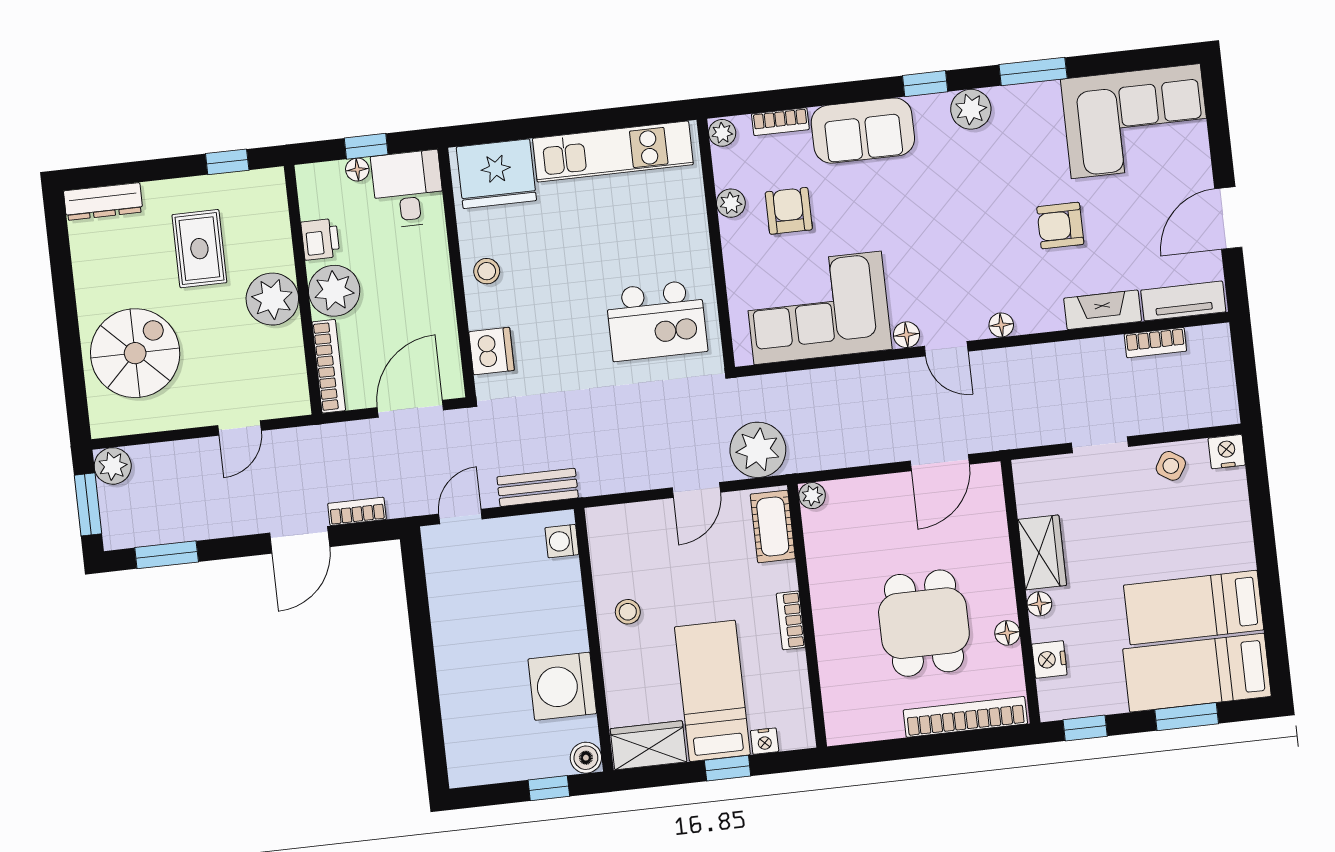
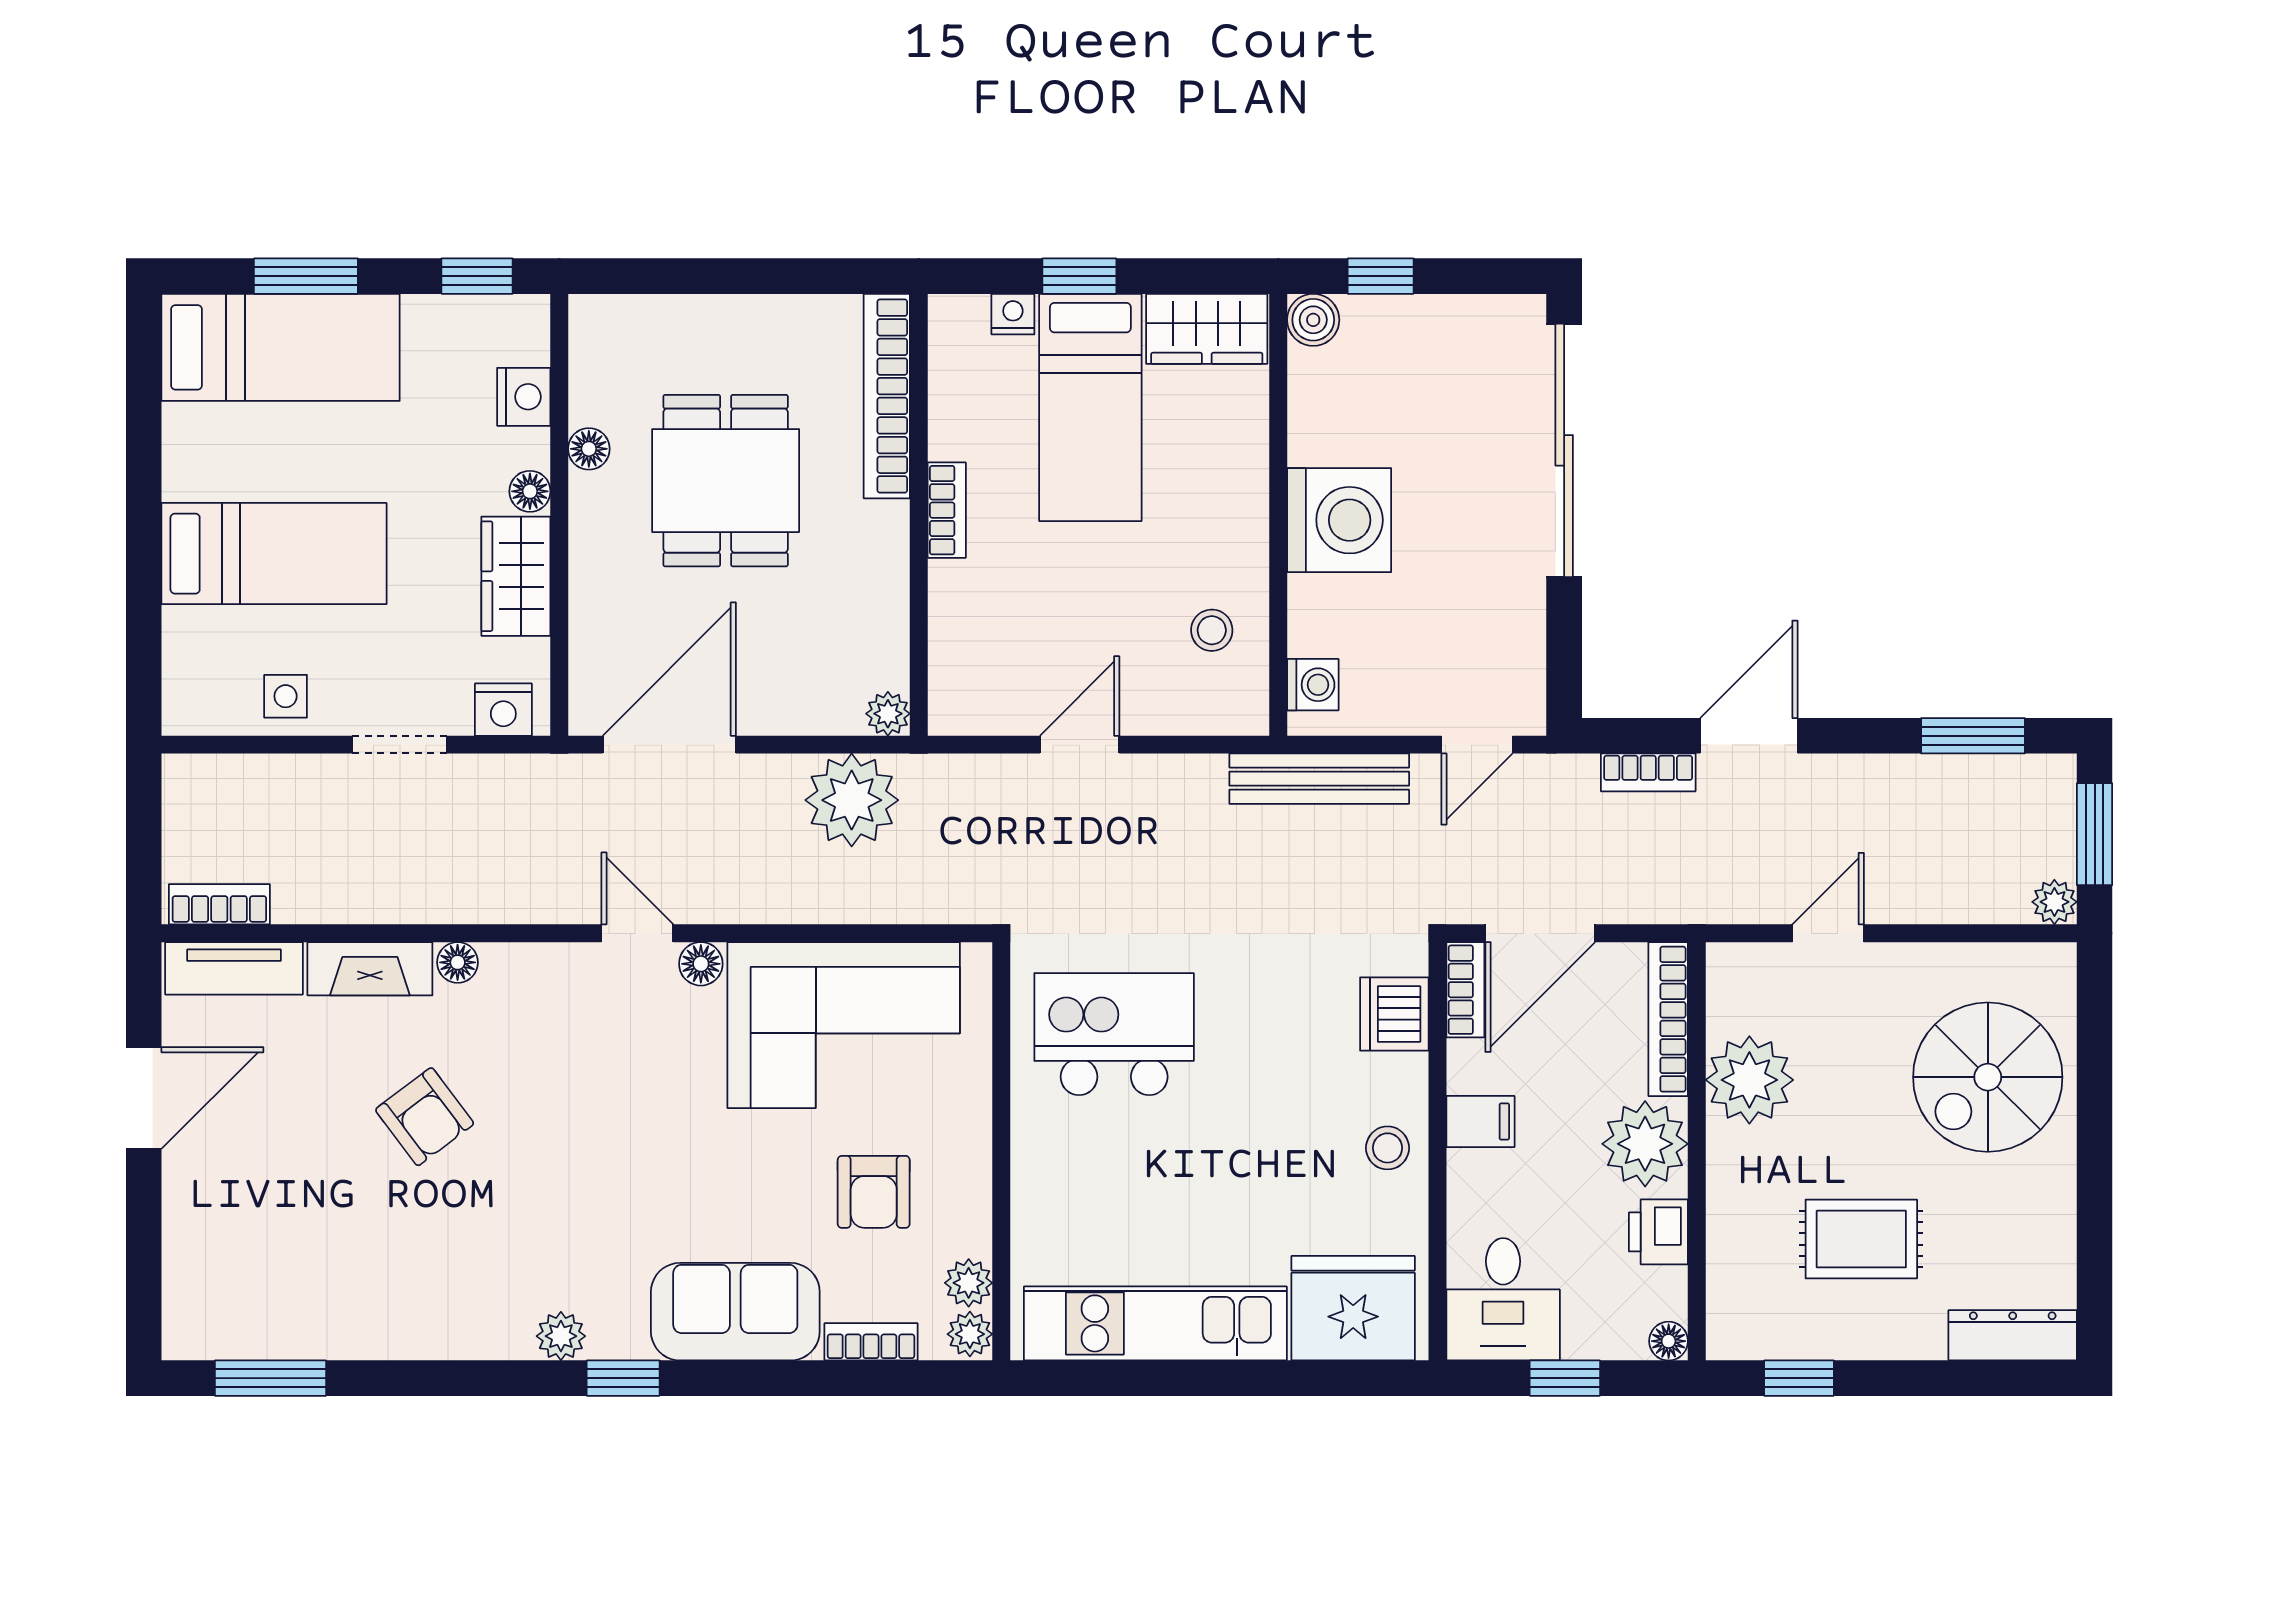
window: (1033, 71) -> (270, 1378), moved
plant: (971, 109) -> (561, 1336), width x0.73, depth x0.73
corner sofa: (1136, 121) -> (279, 1276), removed
floor lamp: (357, 170) -> (1669, 1341), moved
plant: (731, 203) -> (969, 1283), moved
armchair: (1060, 226) -> (425, 1117), turned 53
rug: (199, 249) -> (1861, 1239), turned 90
filing cabinet: (433, 293) -> (1480, 1121), added
plant: (272, 299) -> (1749, 1080), moved
floor lamp: (1001, 325) -> (458, 962), moved
bookcase: (1155, 343) -> (219, 904), moved
bookcase: (451, 370) -> (1465, 990), added
plant: (758, 450) -> (852, 800), moved
nightstand: (1227, 452) -> (503, 710), moved
door: (940, 463) -> (669, 745), width x1.36
plant: (113, 466) -> (2054, 902), width x0.73, depth x0.73
side table: (1171, 466) -> (286, 696), turned -32
bench: (538, 487) -> (1319, 779), width x1.36
cot: (773, 526) -> (959, 670), removed
bed: (1194, 608) -> (274, 554), moved
stool: (628, 612) -> (1212, 630), moved
washing machine: (562, 686) -> (1339, 520), moved
sliding door: (428, 697) -> (1564, 450), added
bookcase: (965, 717) -> (887, 396), moved, turned 90

